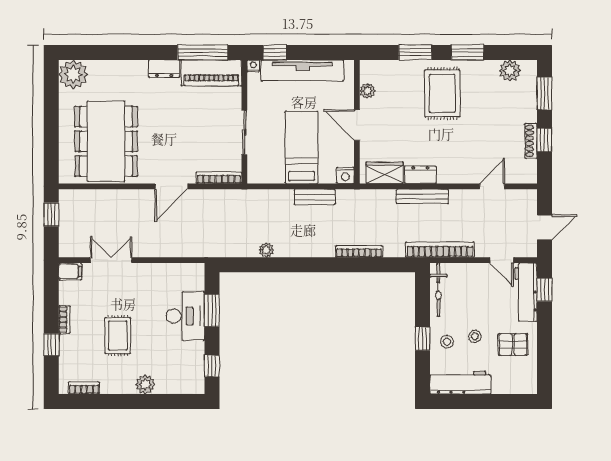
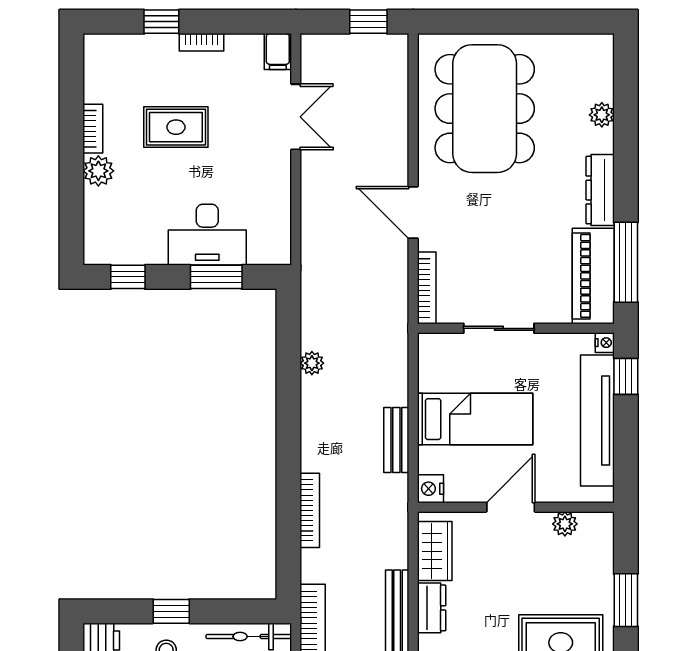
dresser: (164, 69) -> (600, 190), width x1.44
plant: (73, 74) -> (602, 115), moved, width x0.53, depth x0.53
dining table: (106, 141) -> (485, 109), turned 90
bookcase: (84, 388) -> (93, 129), moved

